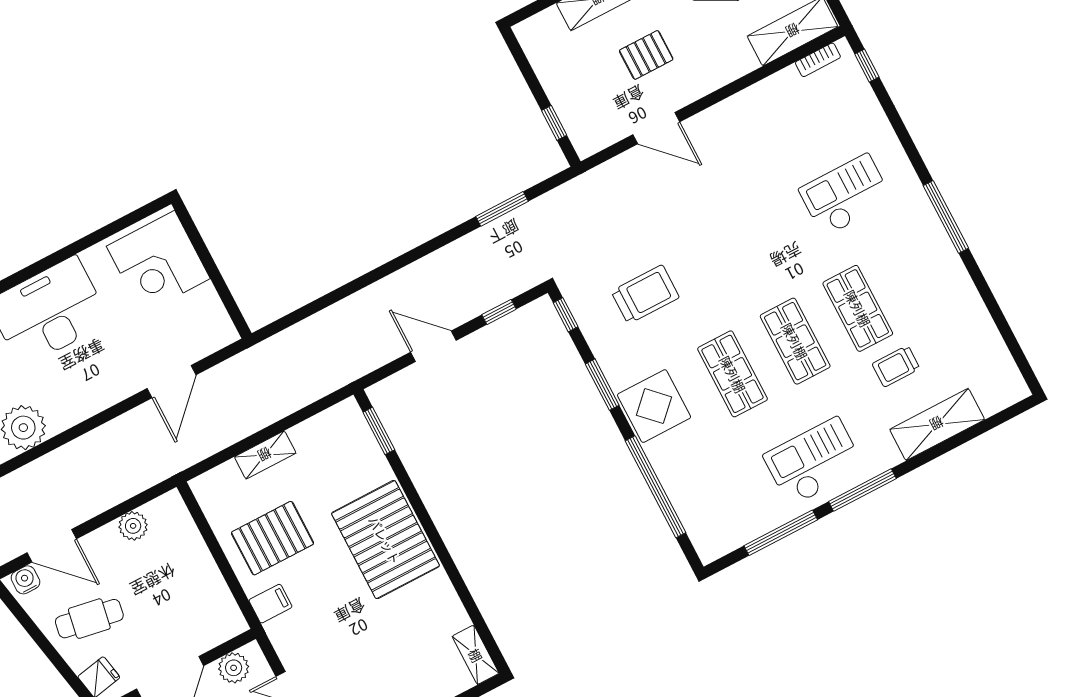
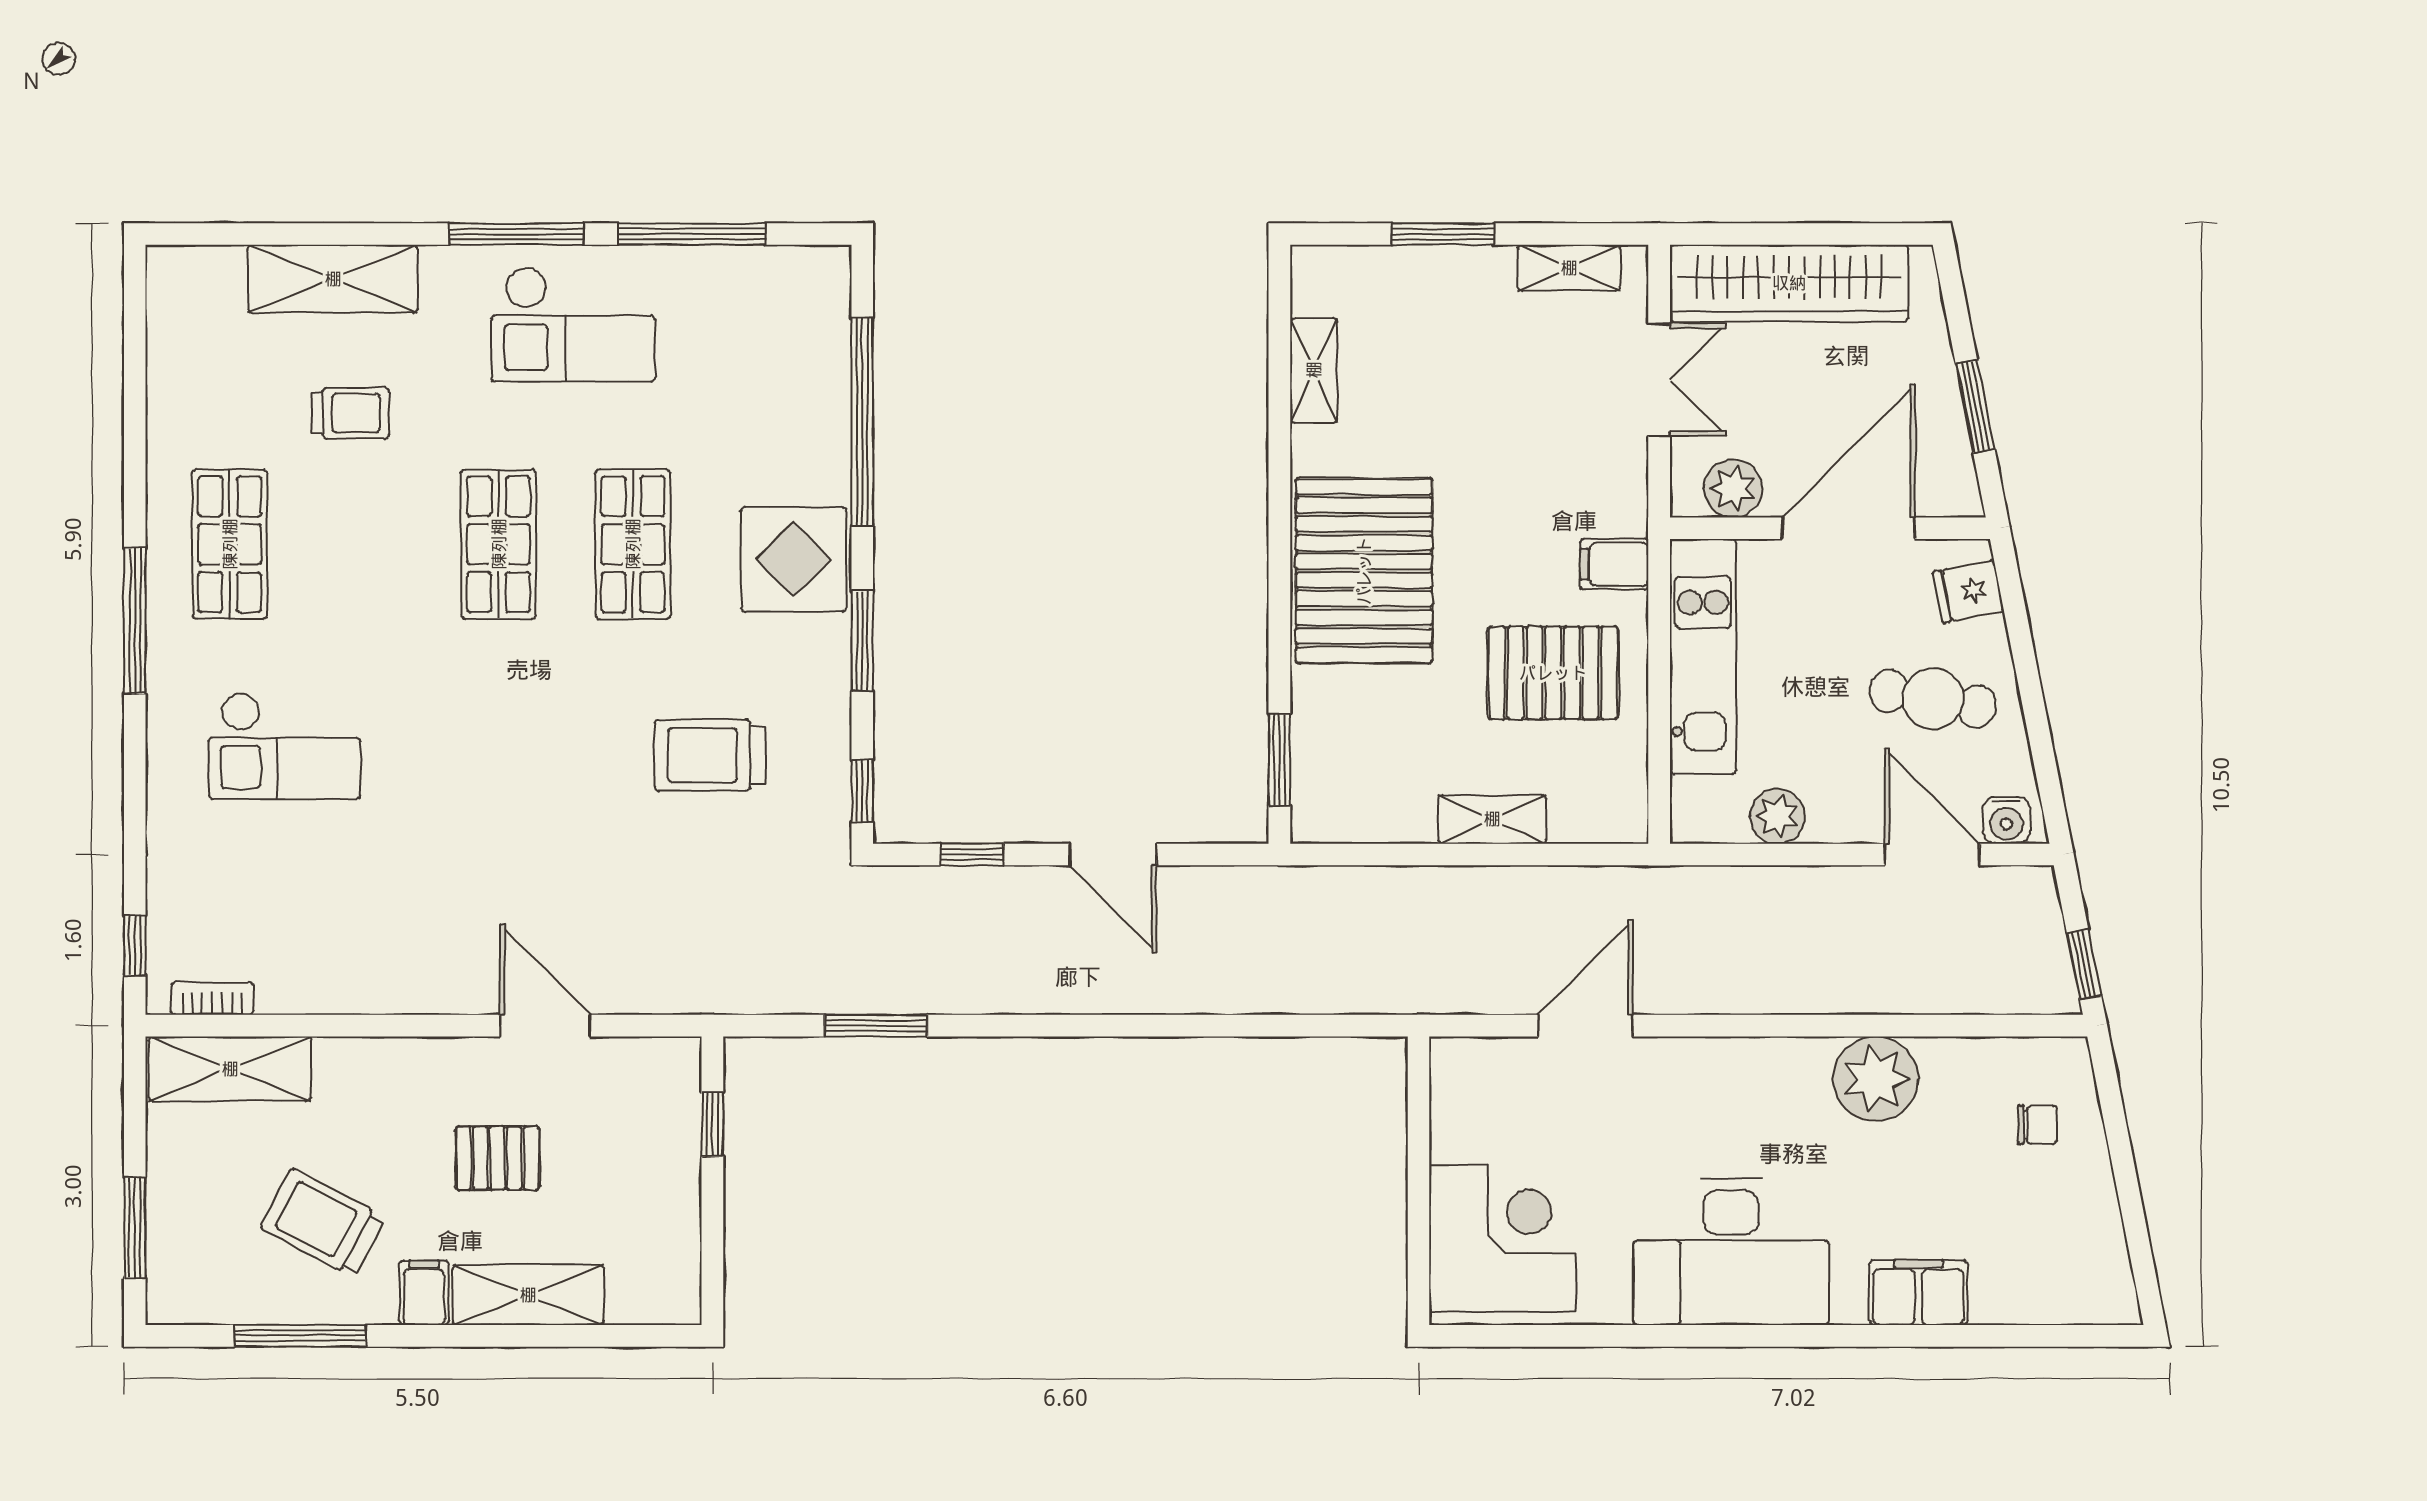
shop shelf: (858, 308) -> (230, 544), moved
kitchen unit: (207, 582) -> (1703, 656), added
shelving: (476, 655) -> (1314, 370), moved

